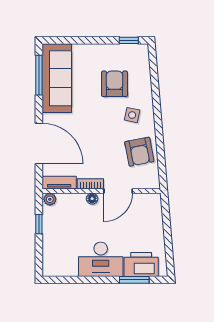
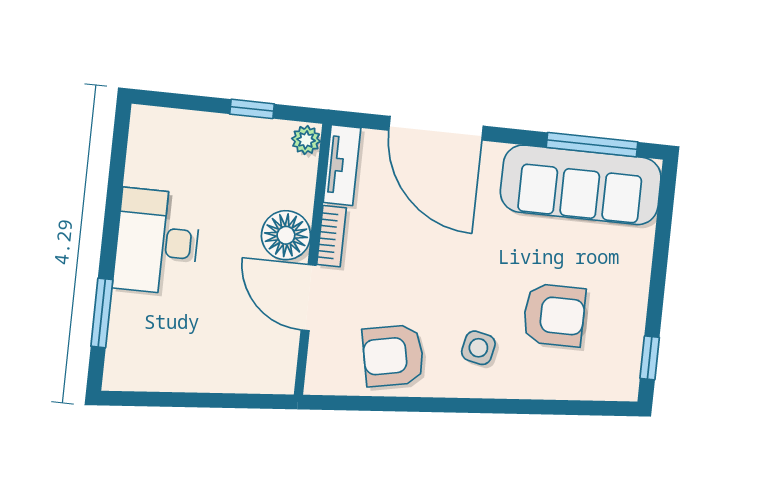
door: (39, 143) -> (436, 128), hinge flipped
floor lamp: (92, 199) -> (286, 235), width x1.89, depth x1.89
printer: (141, 264) -> (135, 332), removed

